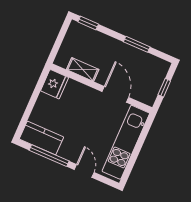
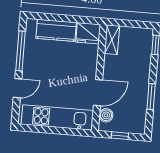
shelving: (83, 69) -> (112, 40), moved
boiler: (140, 94) -> (106, 115), added
kitchen counter: (41, 138) -> (56, 30), moved, turned 90

